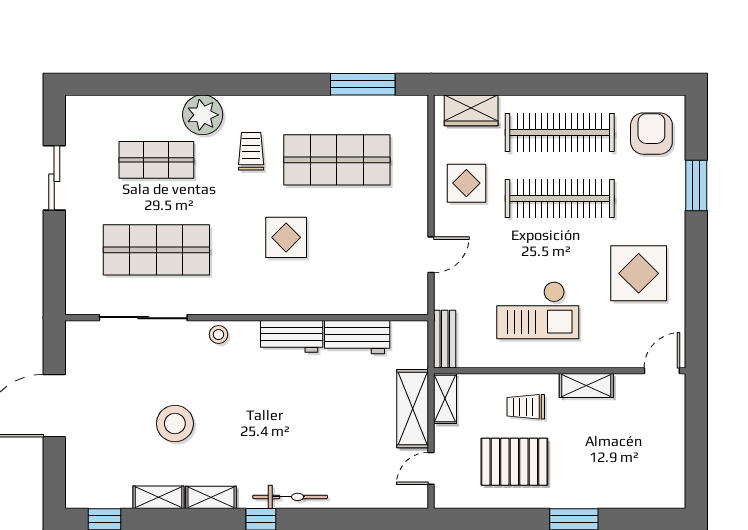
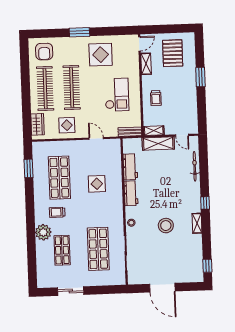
window: (363, 84) -> (29, 168), width x0.69
armchair: (651, 134) -> (44, 52), turned -90
window: (696, 186) -> (79, 32), moved
display table: (286, 237) -> (97, 184), moved
door: (662, 371) -> (139, 44), swing flipped
shelving: (586, 385) -> (146, 64), moved
stool: (175, 424) -> (166, 226), moved
pallet: (514, 462) -> (173, 53), moved
shelving: (158, 497) -> (198, 244), removed
bicycle: (290, 497) -> (195, 166), moved

